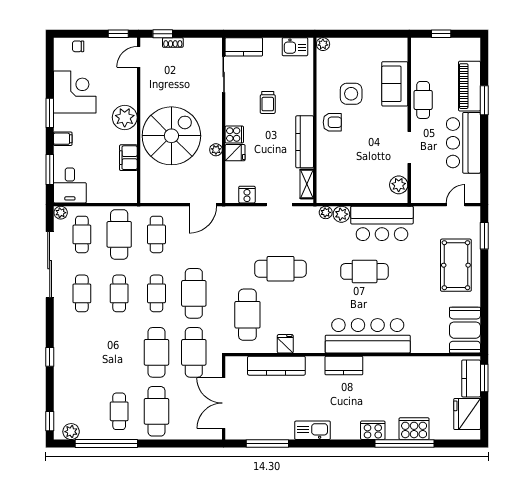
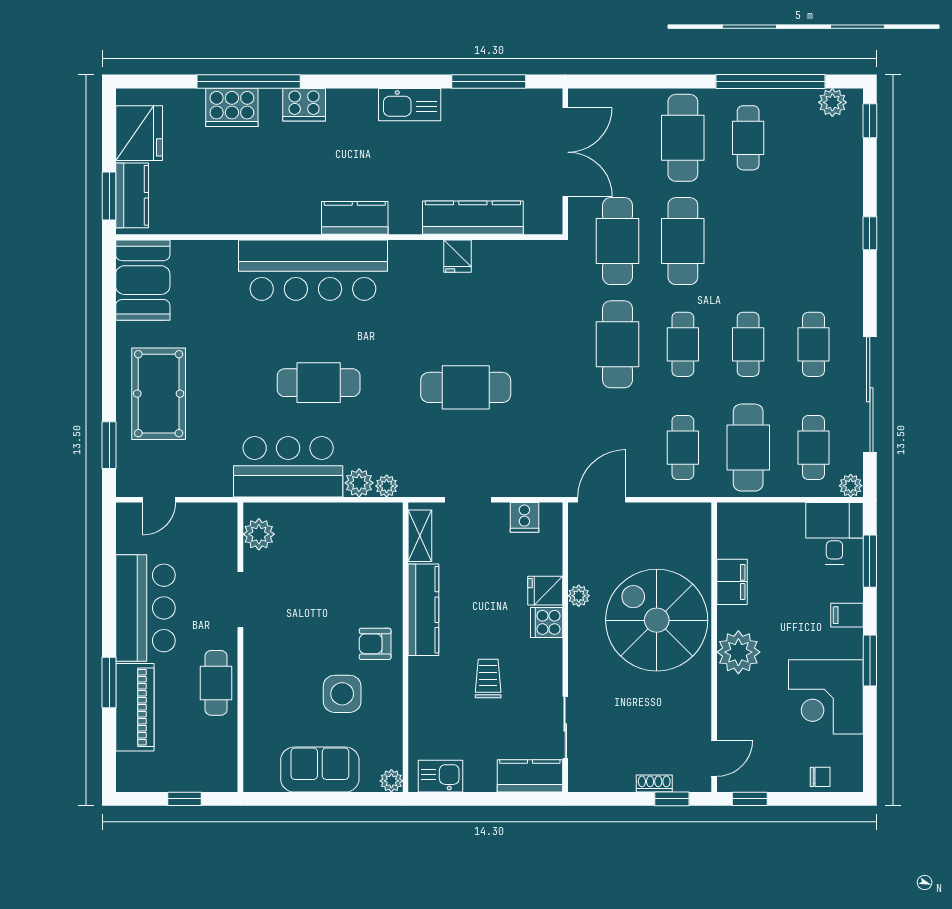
sofa: (395, 84) -> (320, 770), moved, turned -90
spiral stairs: (171, 136) -> (657, 620), turned 90
cafe table: (247, 315) -> (524, 307), removed

